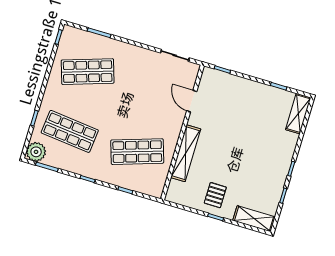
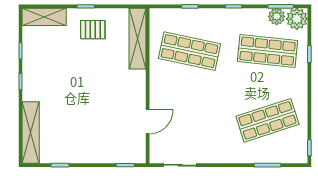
door: (192, 101) -> (148, 122), hinge flipped
shelving: (298, 114) -> (31, 133), width x1.47
shop shelf: (137, 152) -> (189, 51), turned 30
shelving: (186, 153) -> (138, 39), moved
plant: (53, 159) -> (277, 16), added
pallet: (215, 195) -> (93, 30), turned 90

